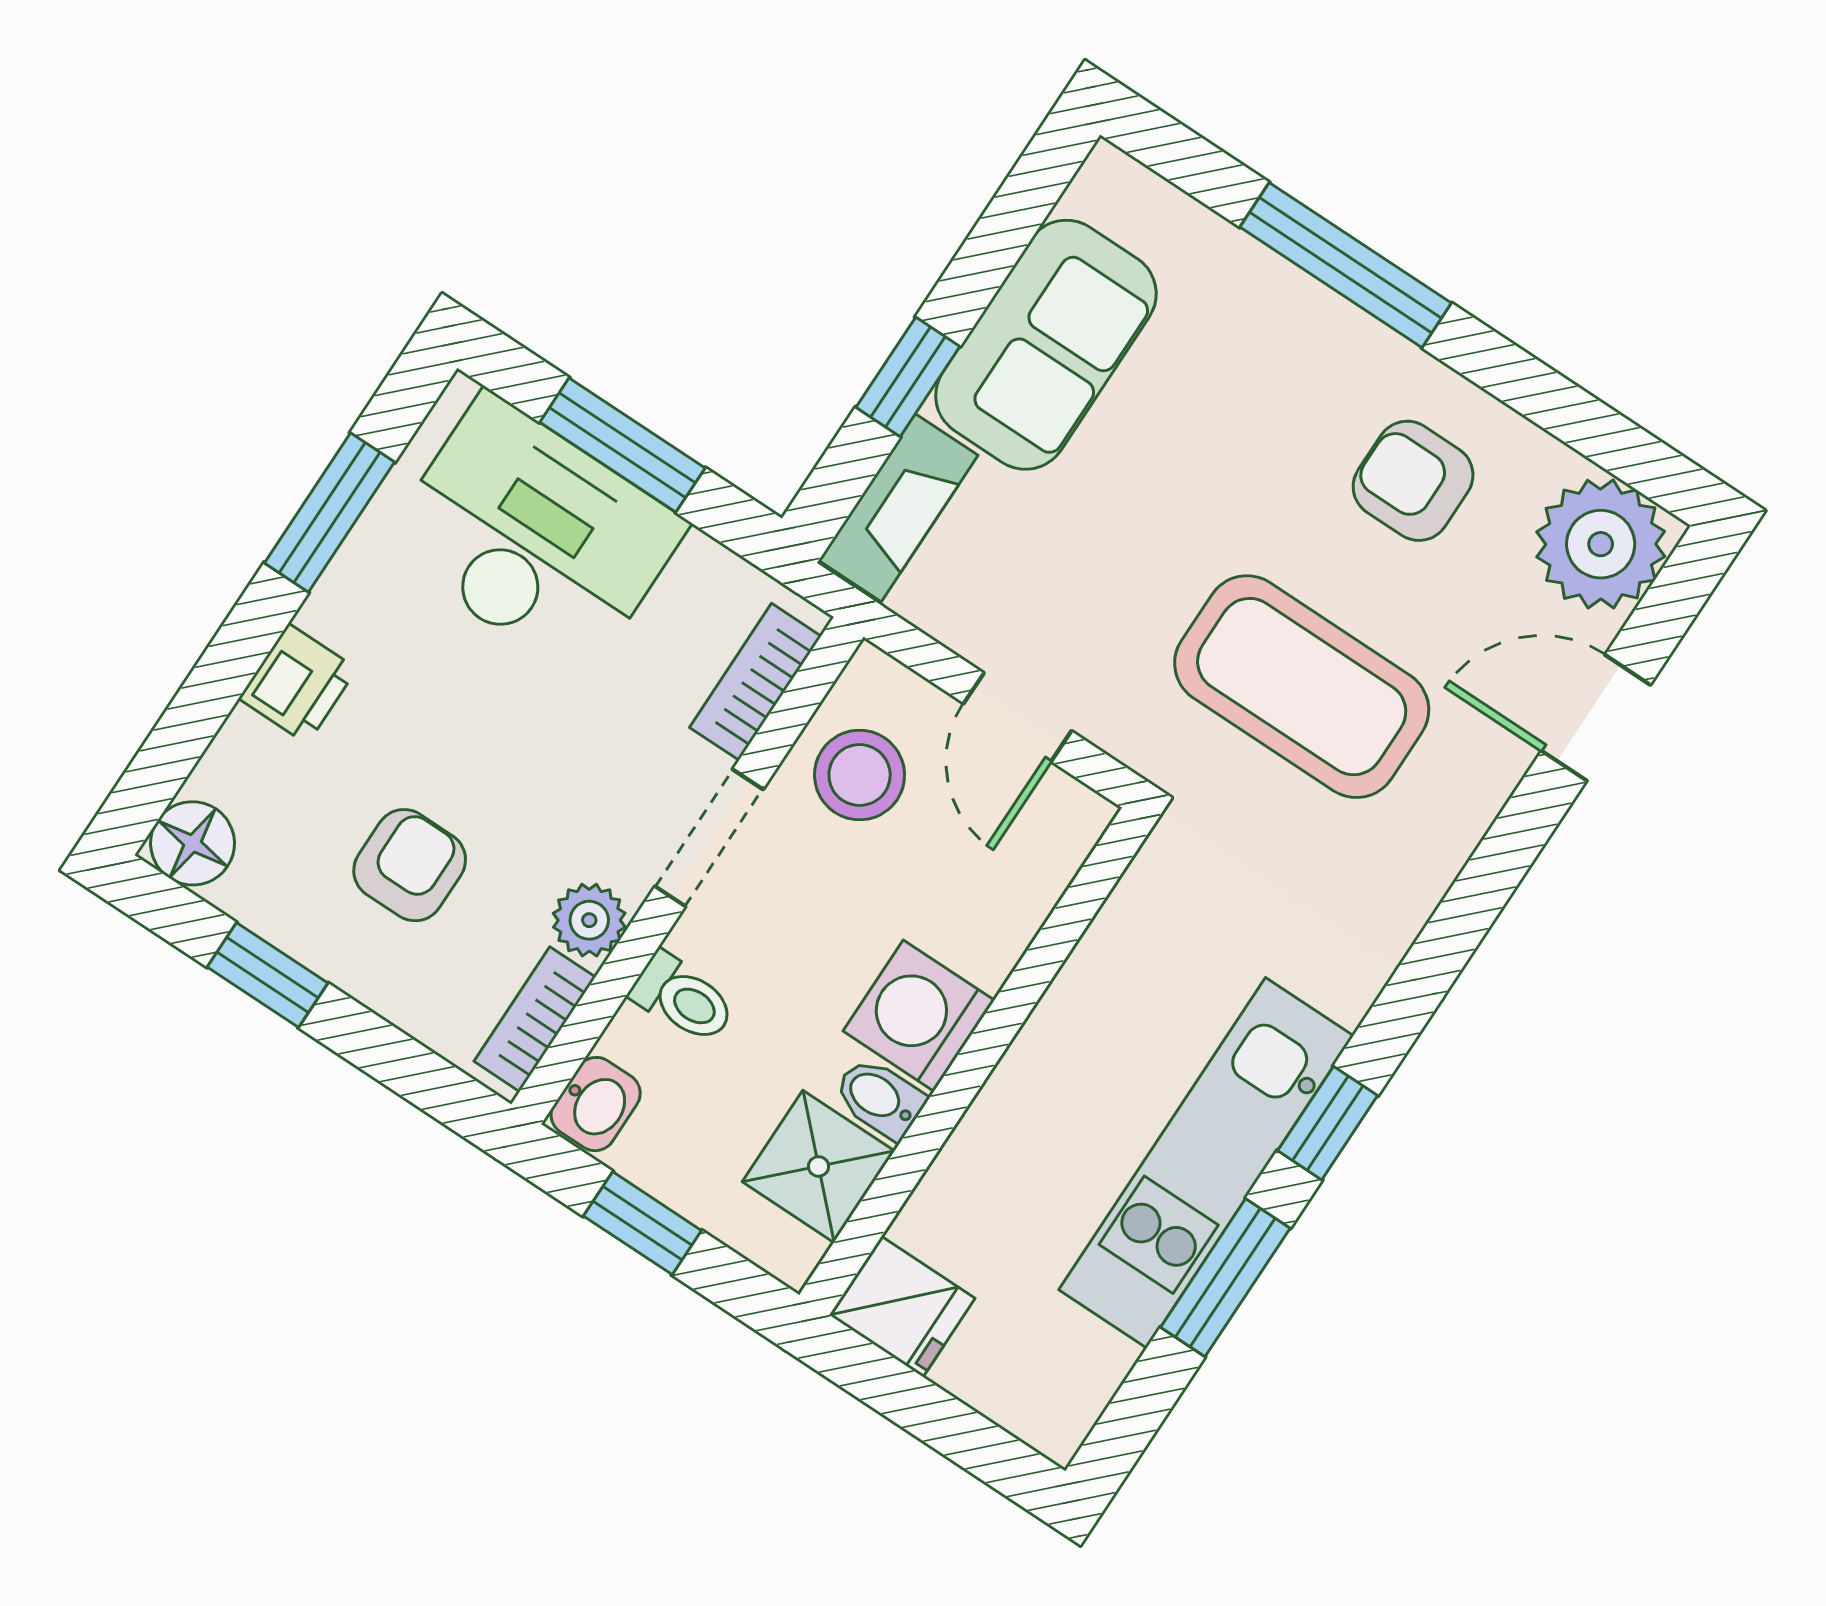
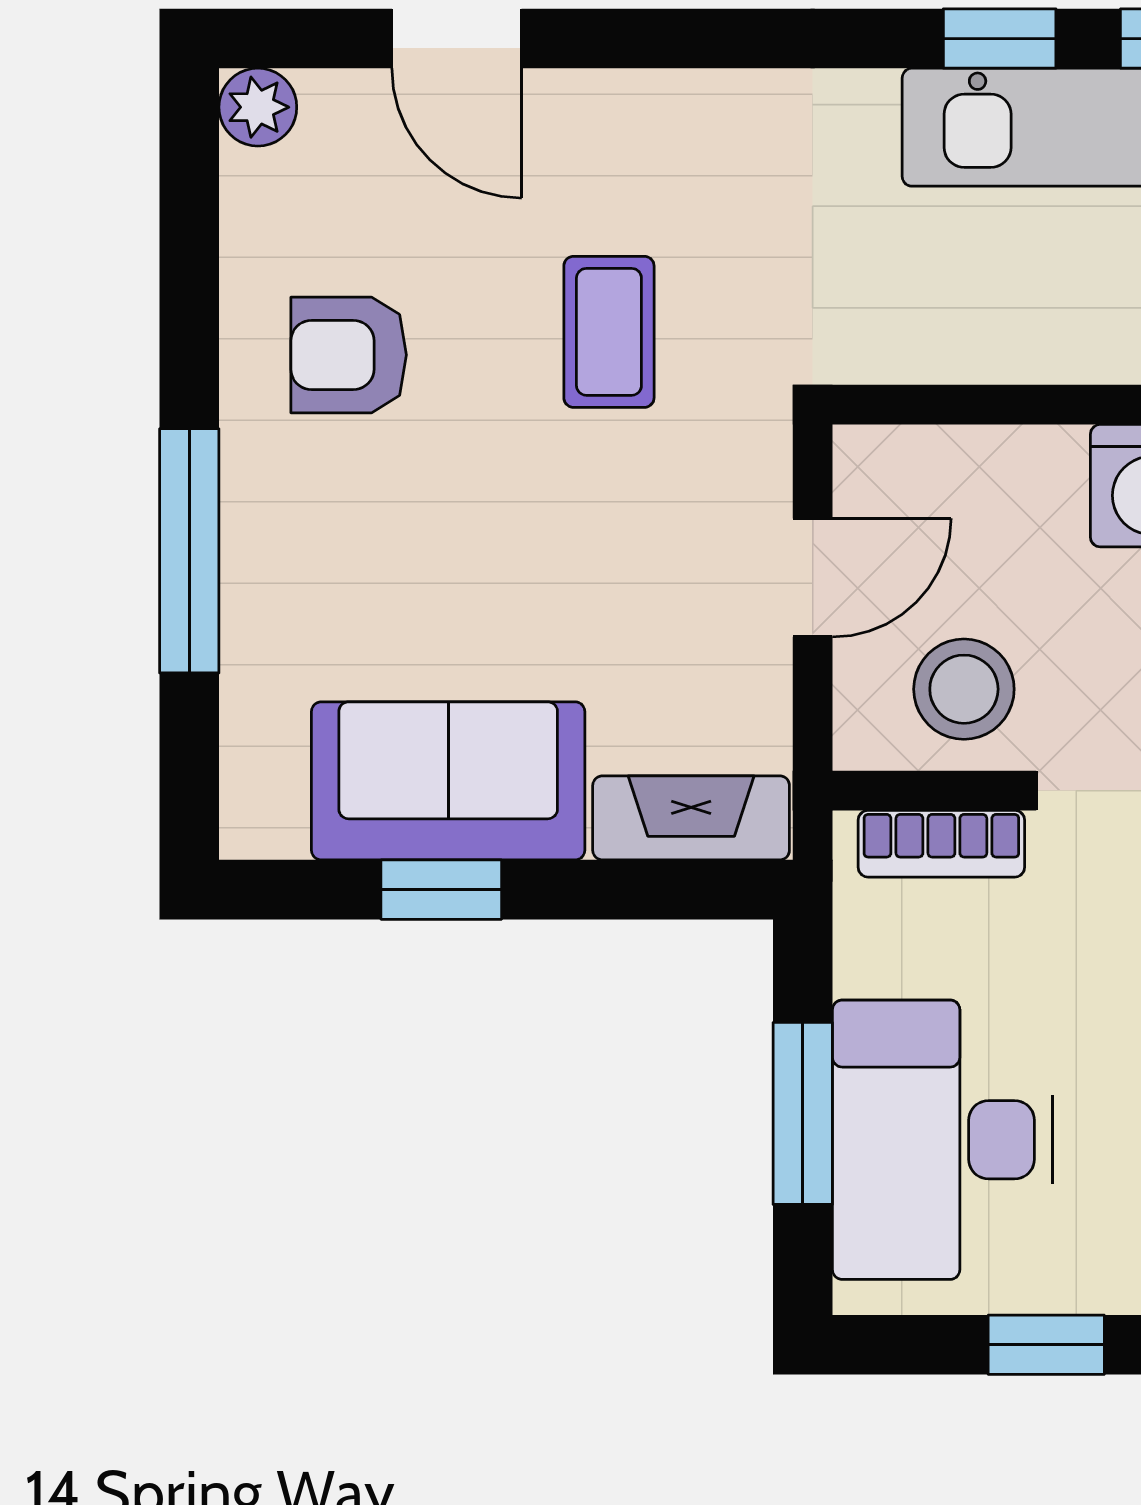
window: (908, 377) -> (441, 890), moved
armchair: (1413, 481) -> (349, 355), turned 90
window: (329, 512) -> (1046, 1345), width x0.67
plant: (1601, 544) -> (258, 107), width x0.53, depth x0.53
coffee table: (1302, 687) -> (609, 332), width x0.54, depth x0.58

